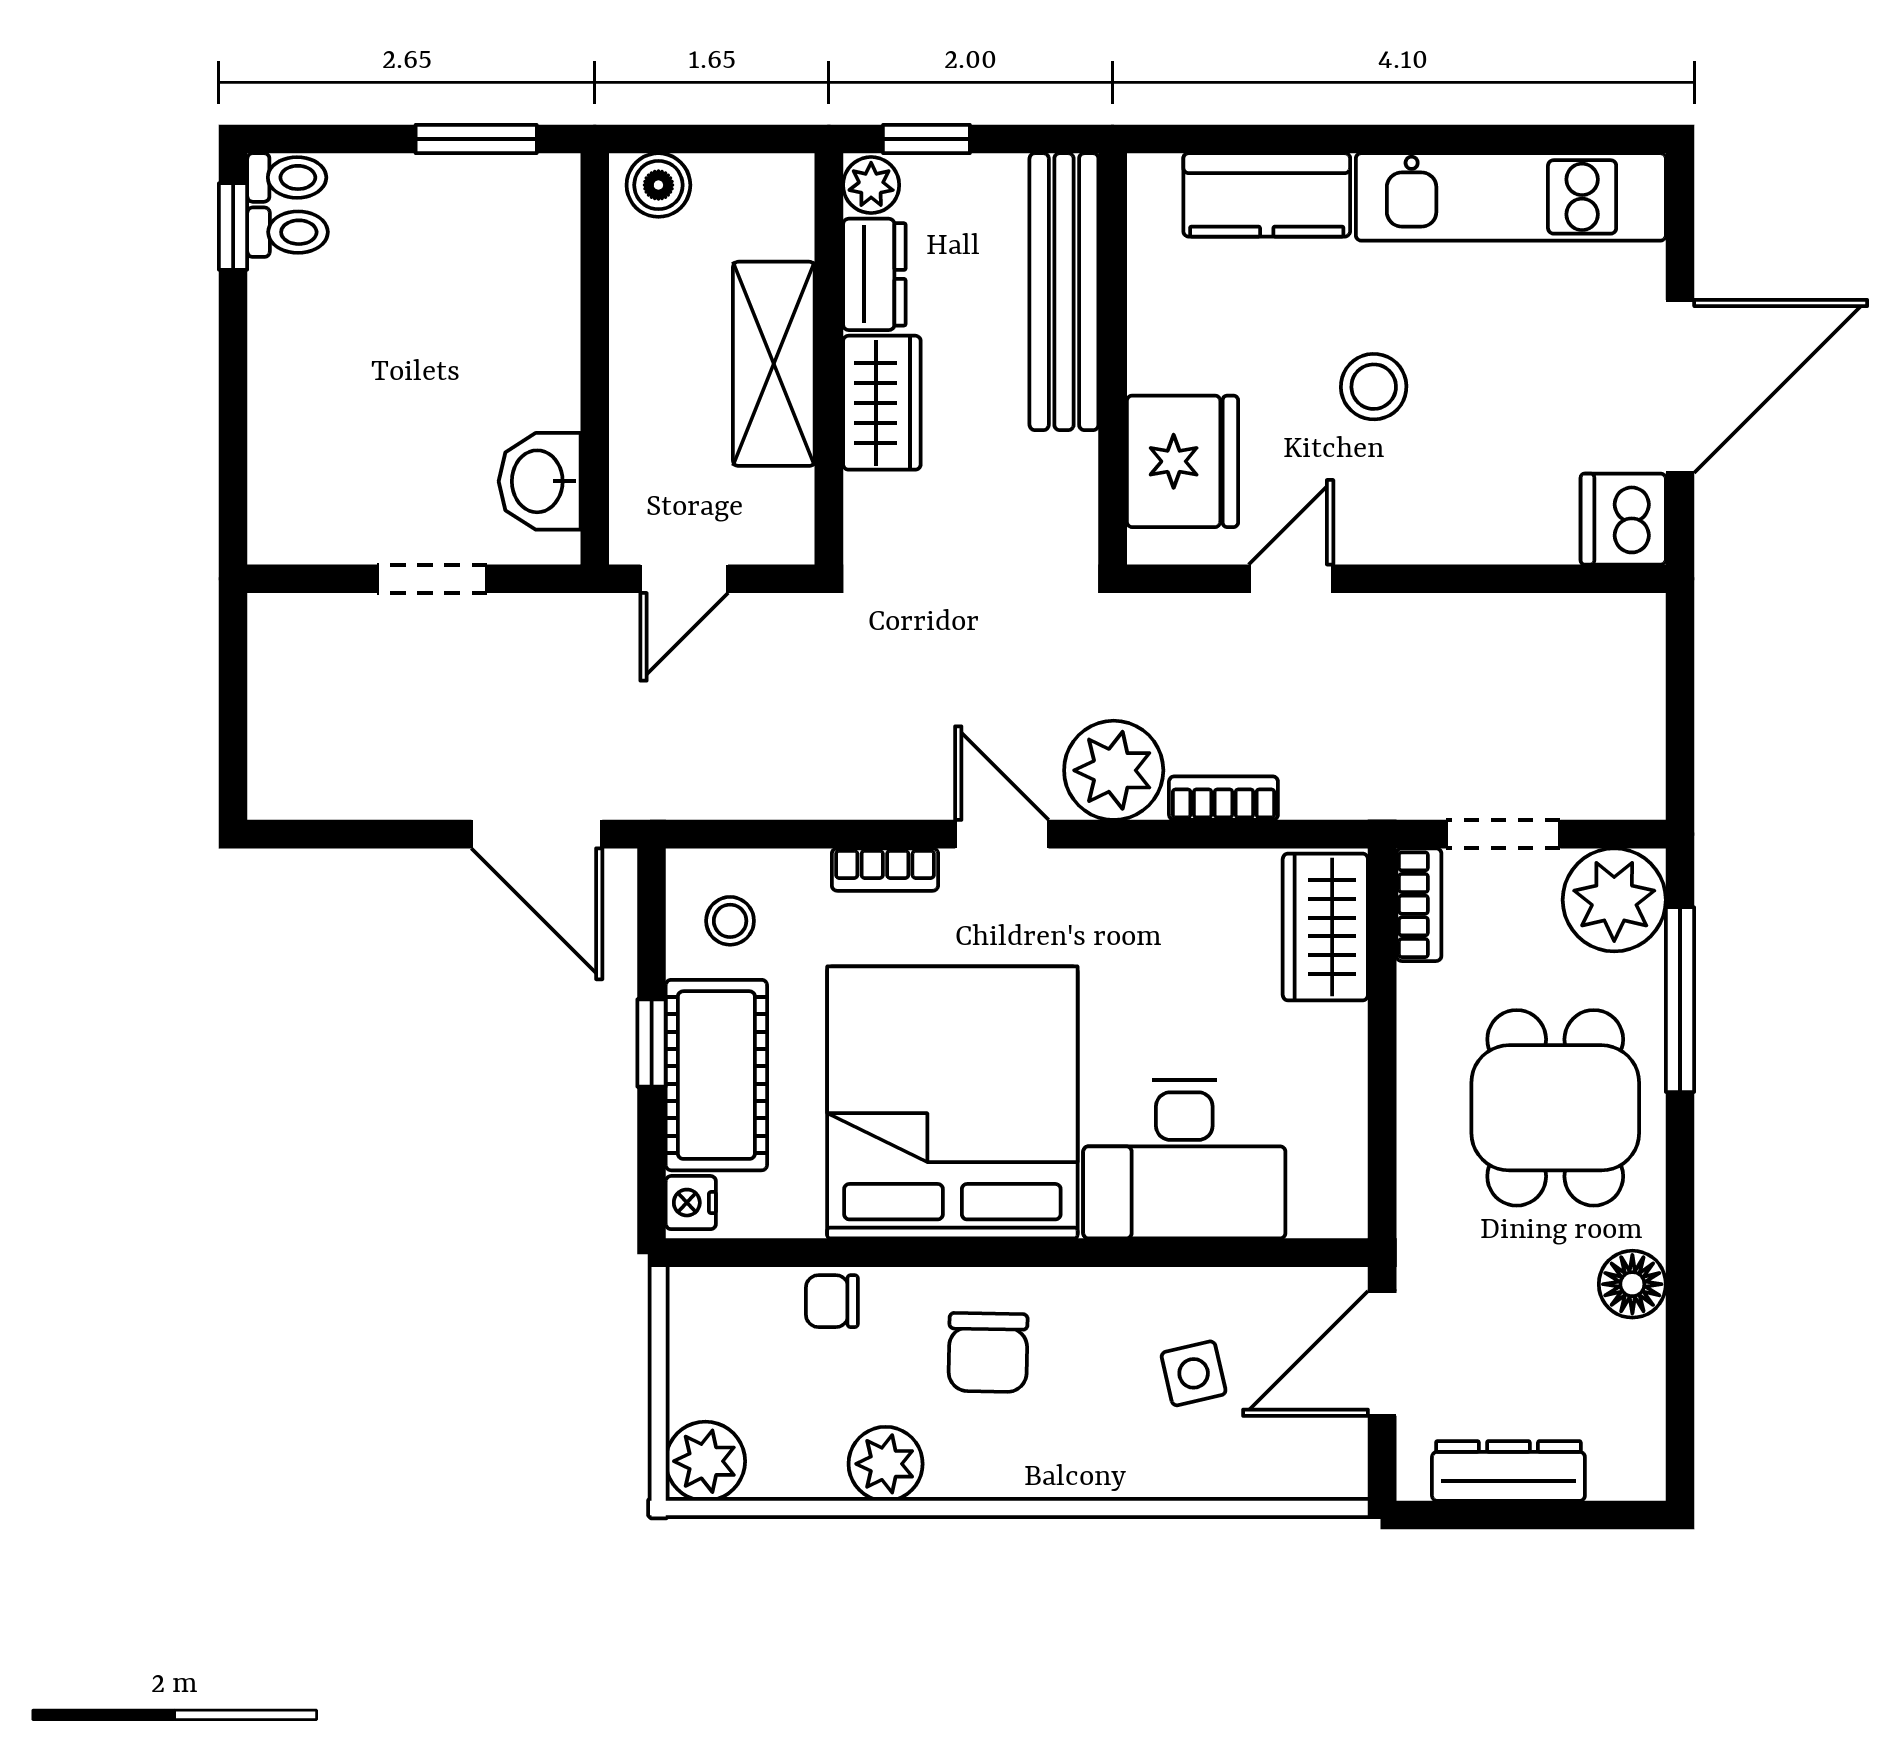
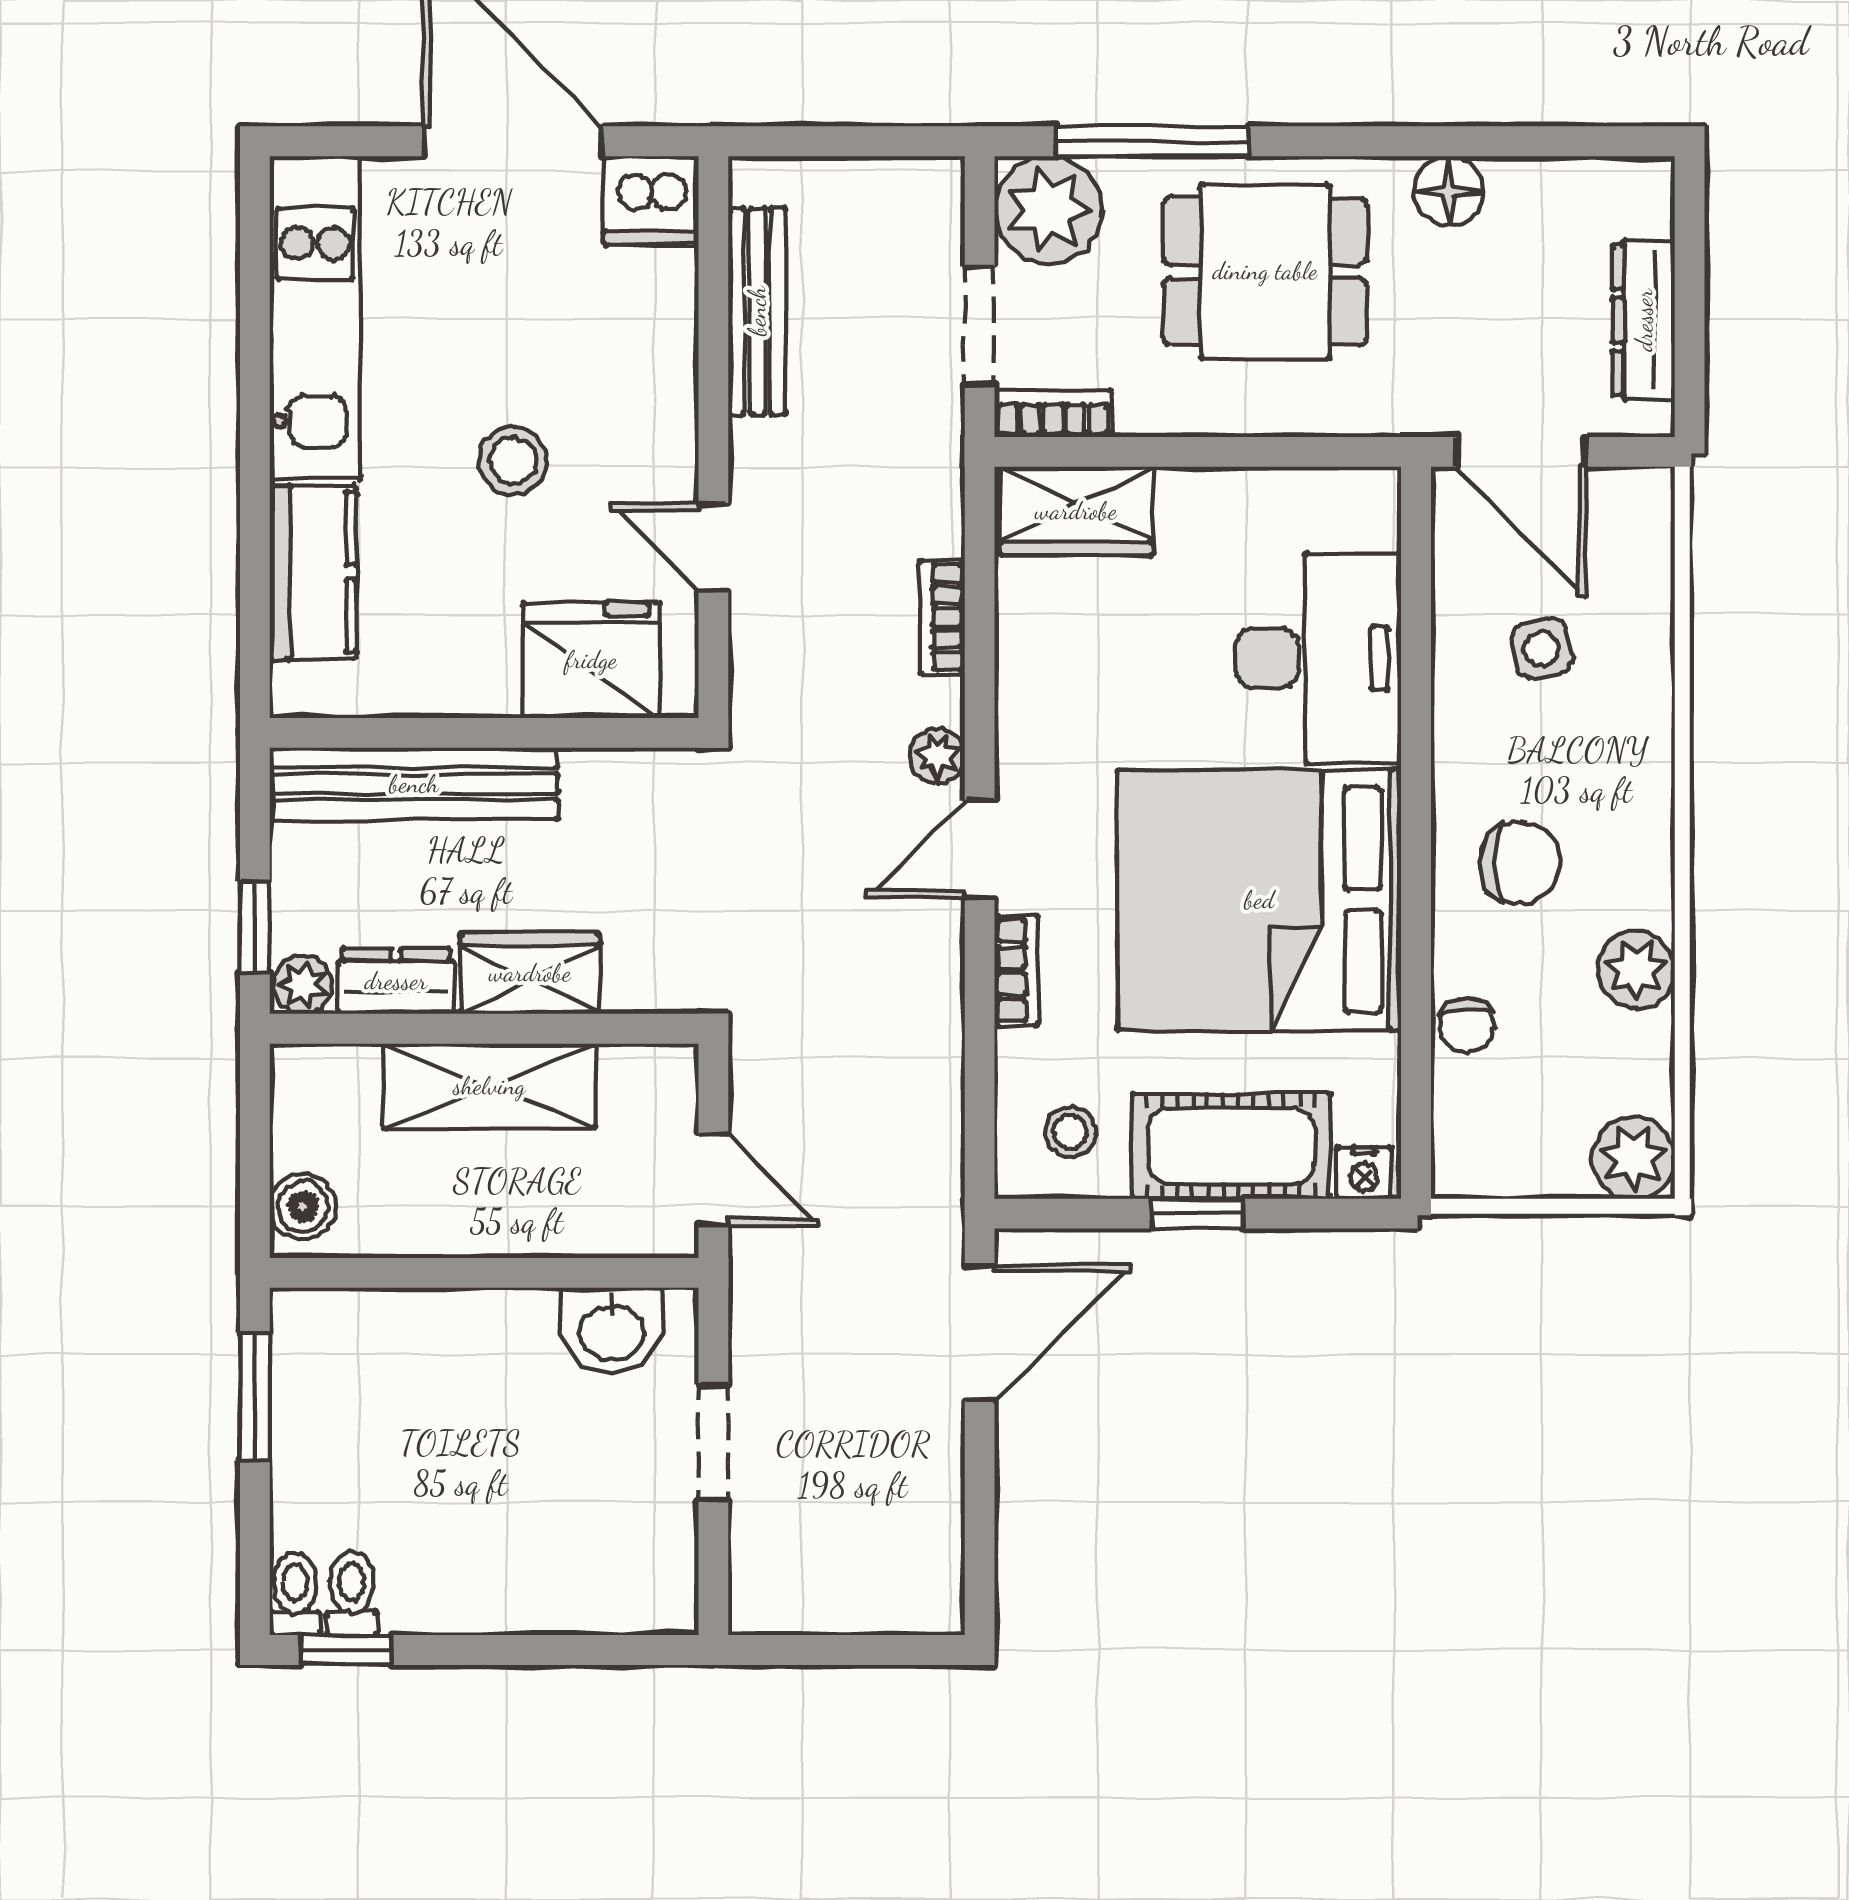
bench: (1517, 621) -> (757, 311), added
plant: (1114, 770) -> (937, 756), width x0.53, depth x0.53

